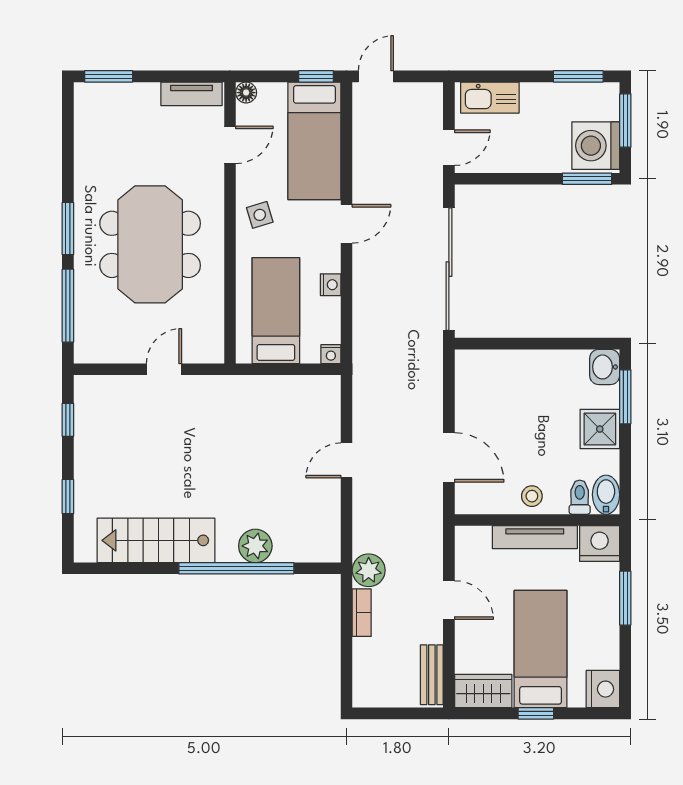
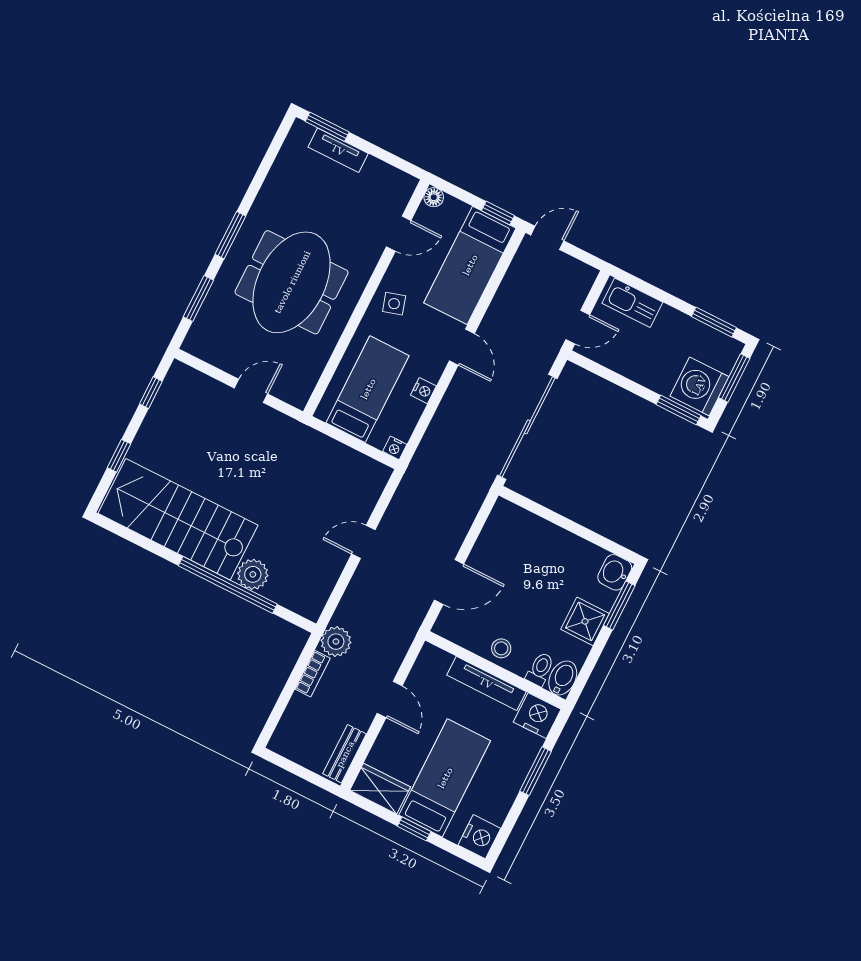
tv unit: (192, 94) -> (338, 150), moved
door: (347, 224) -> (462, 347), hinge flipped
window: (68, 306) -> (198, 299), width x0.69
door: (449, 457) -> (449, 582), hinge flipped
stairs: (156, 540) -> (178, 519), width x1.36, depth x1.51

